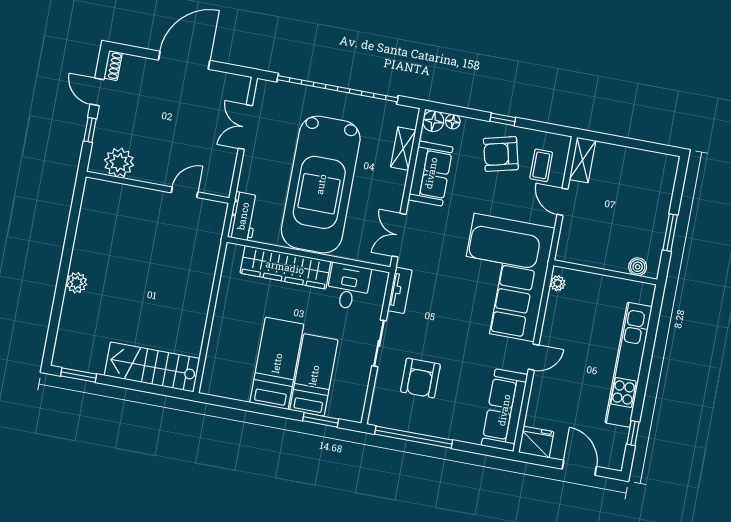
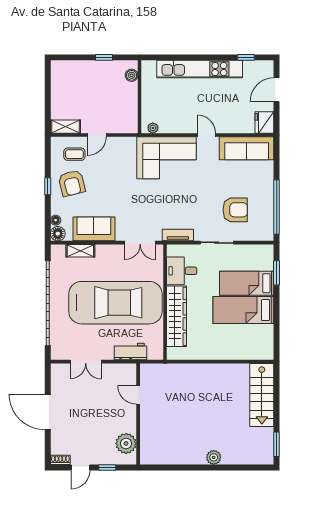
workbench: (243, 216) -> (130, 352), moved
window: (670, 233) -> (104, 57), width x0.67
corner sofa: (504, 277) -> (167, 158), width x0.73, depth x0.74

